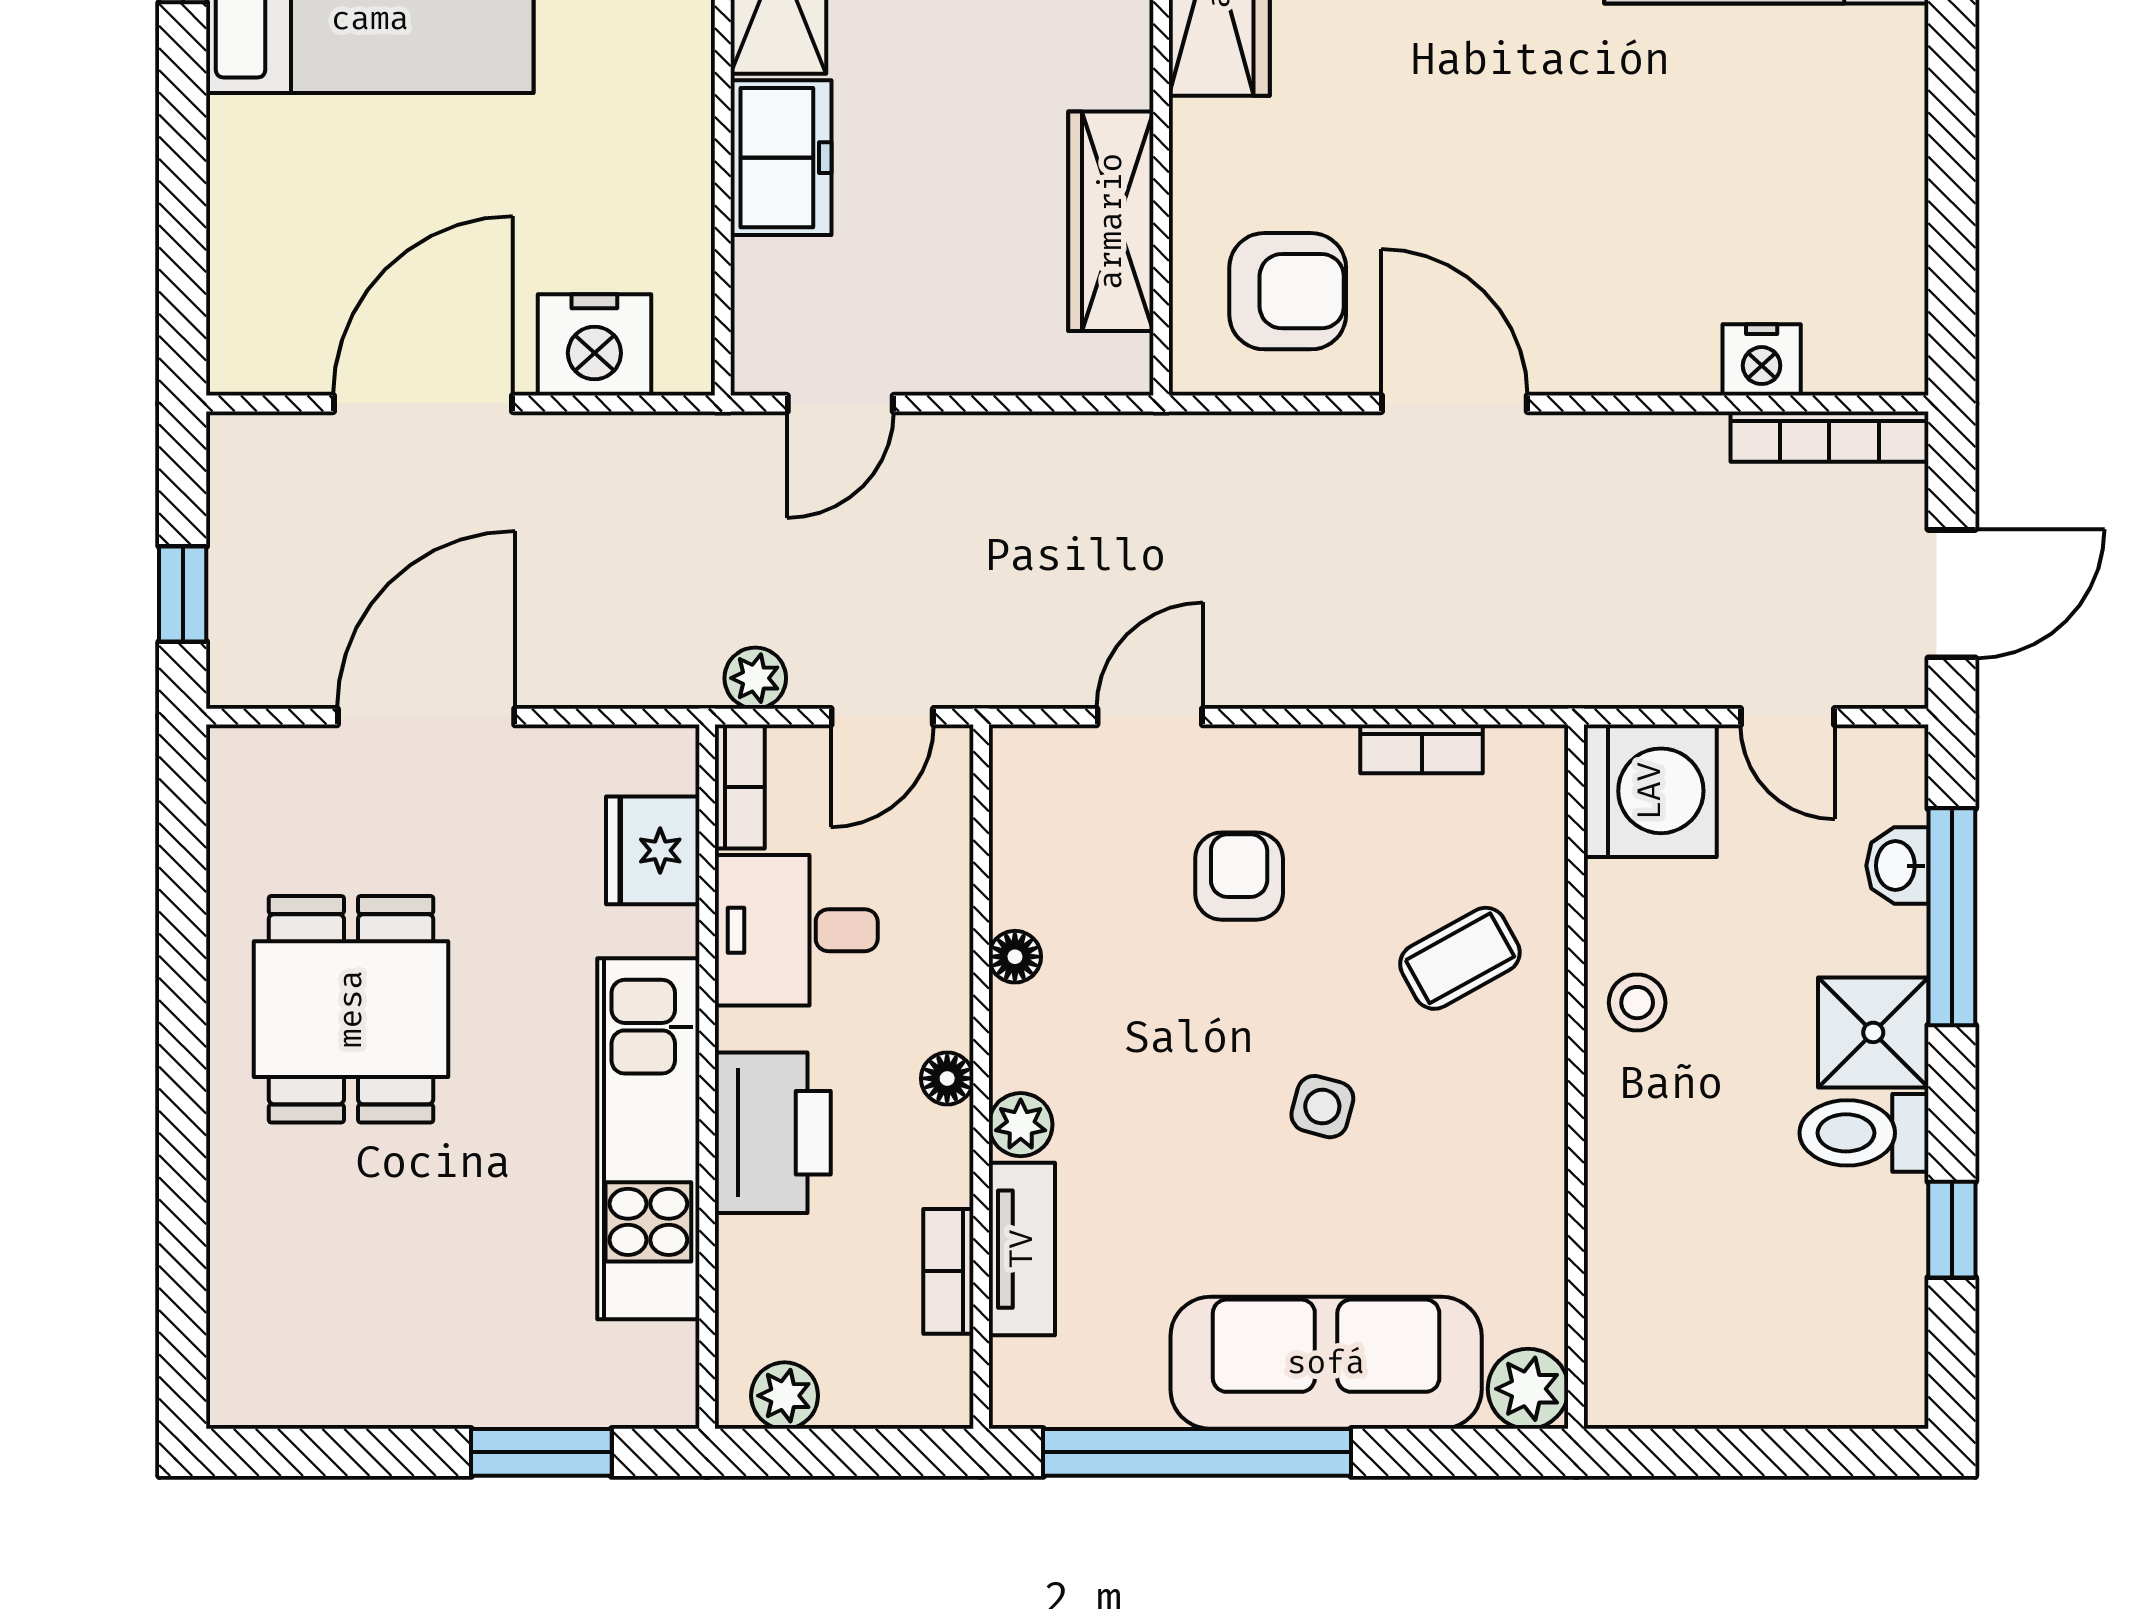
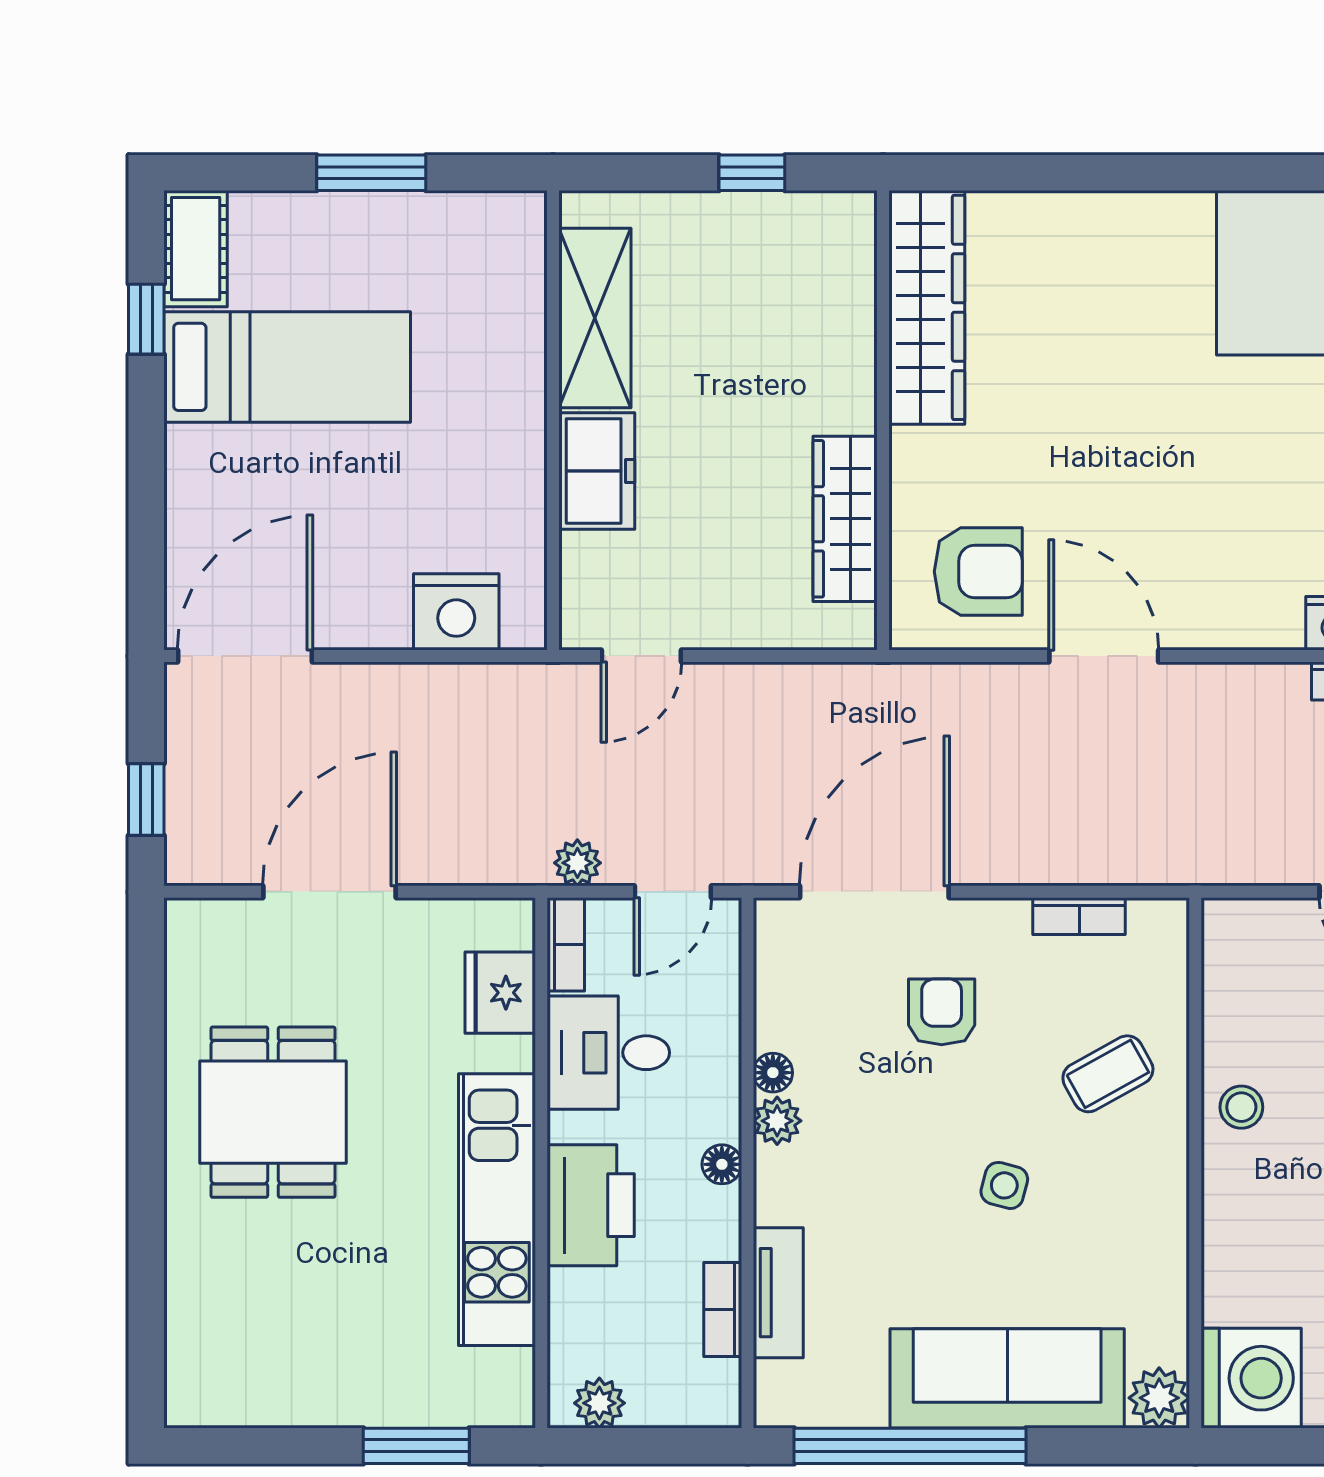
door: (423, 403) -> (245, 656), moved
door: (1150, 717) -> (874, 892), width x1.87
washing machine: (1650, 791) -> (1251, 1378), moved
plant: (1021, 1125) -> (777, 1121), moved

